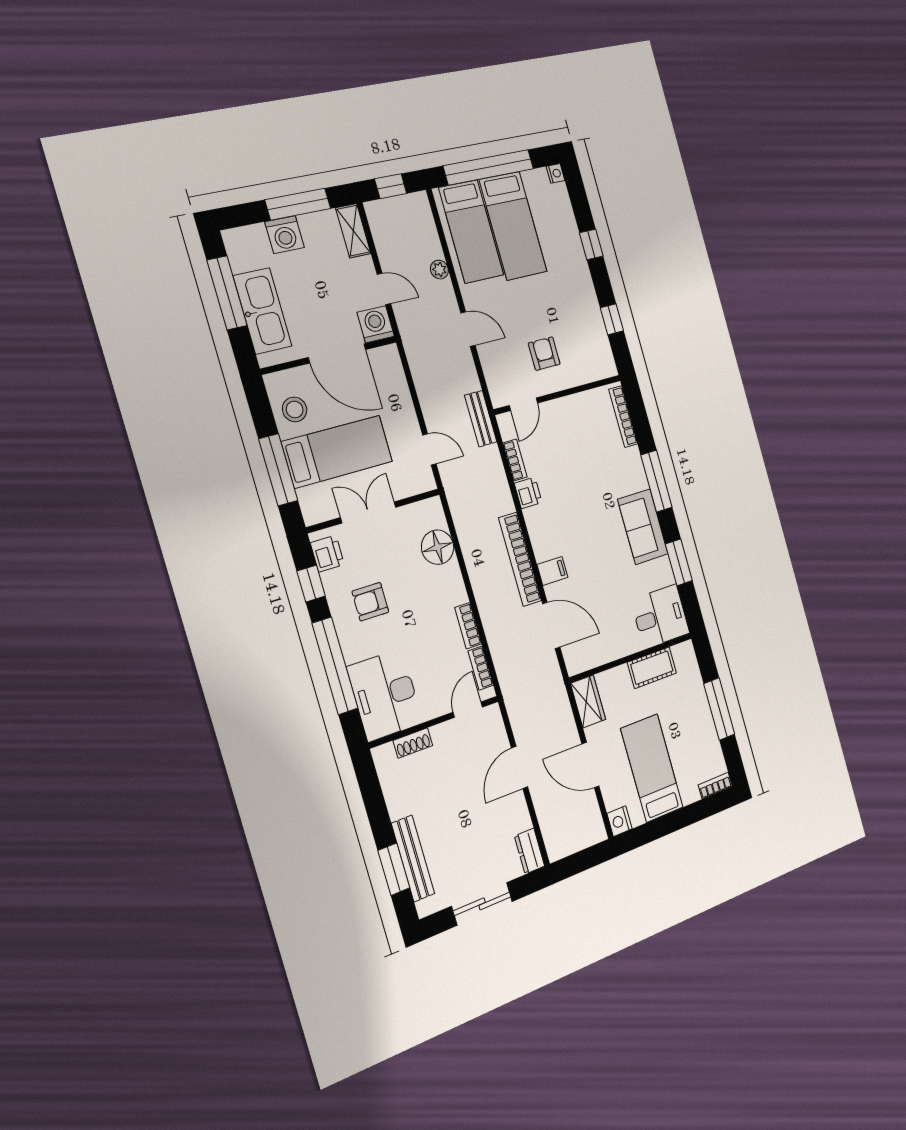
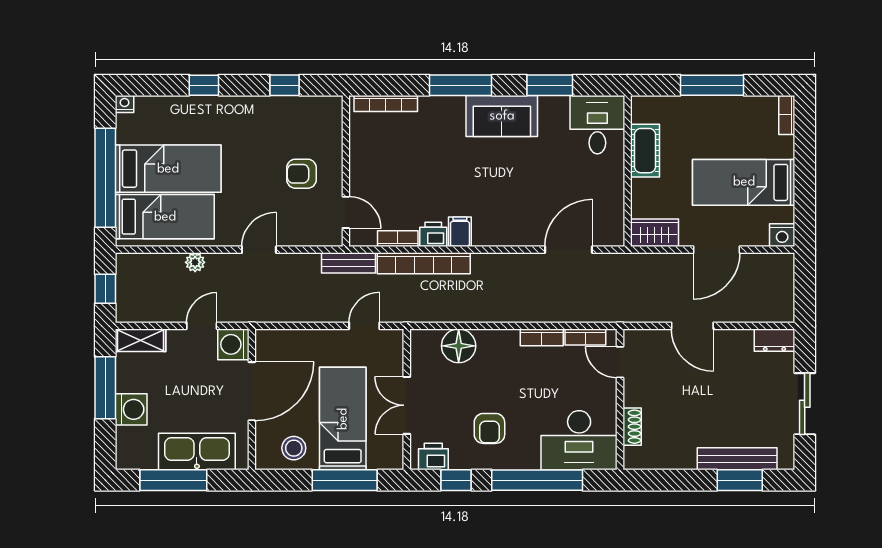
bookcase: (520, 559) -> (424, 263), moved
filing cabinet: (552, 571) -> (460, 232), moved

